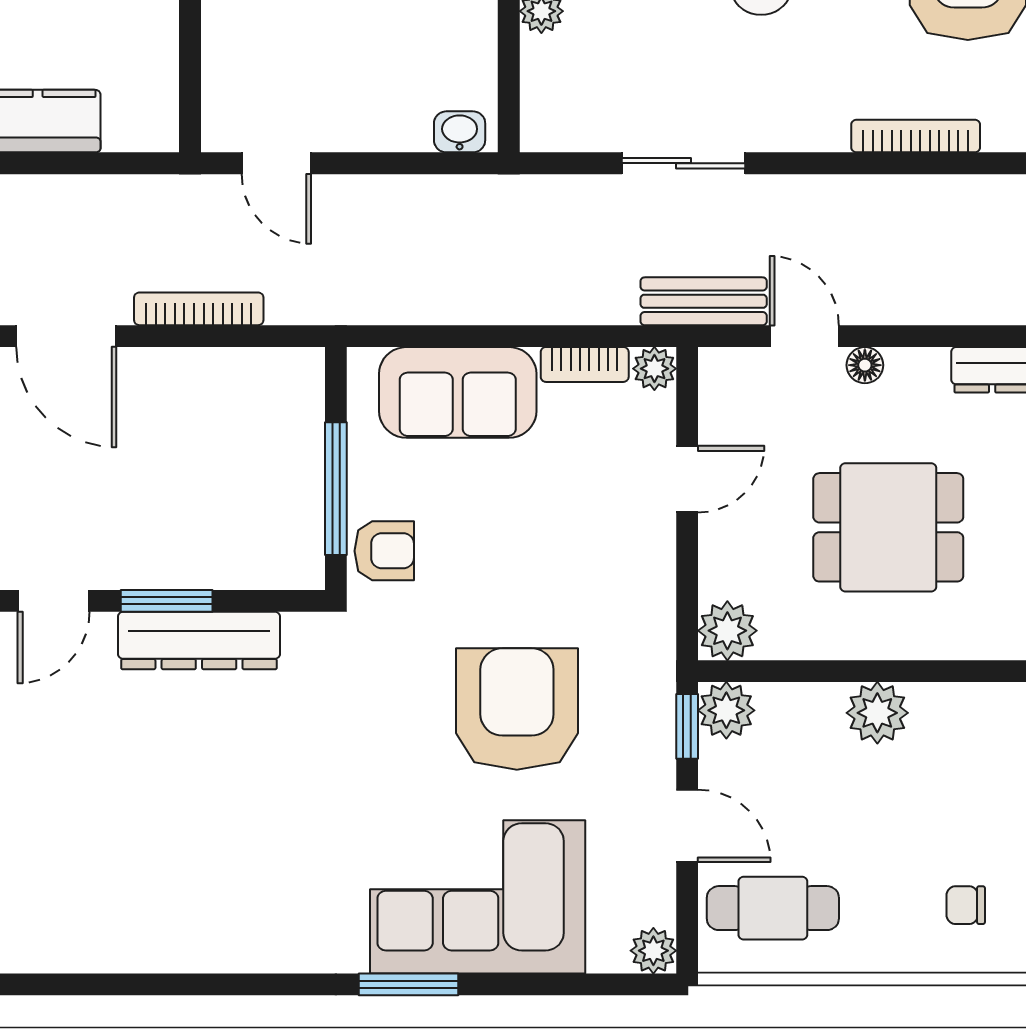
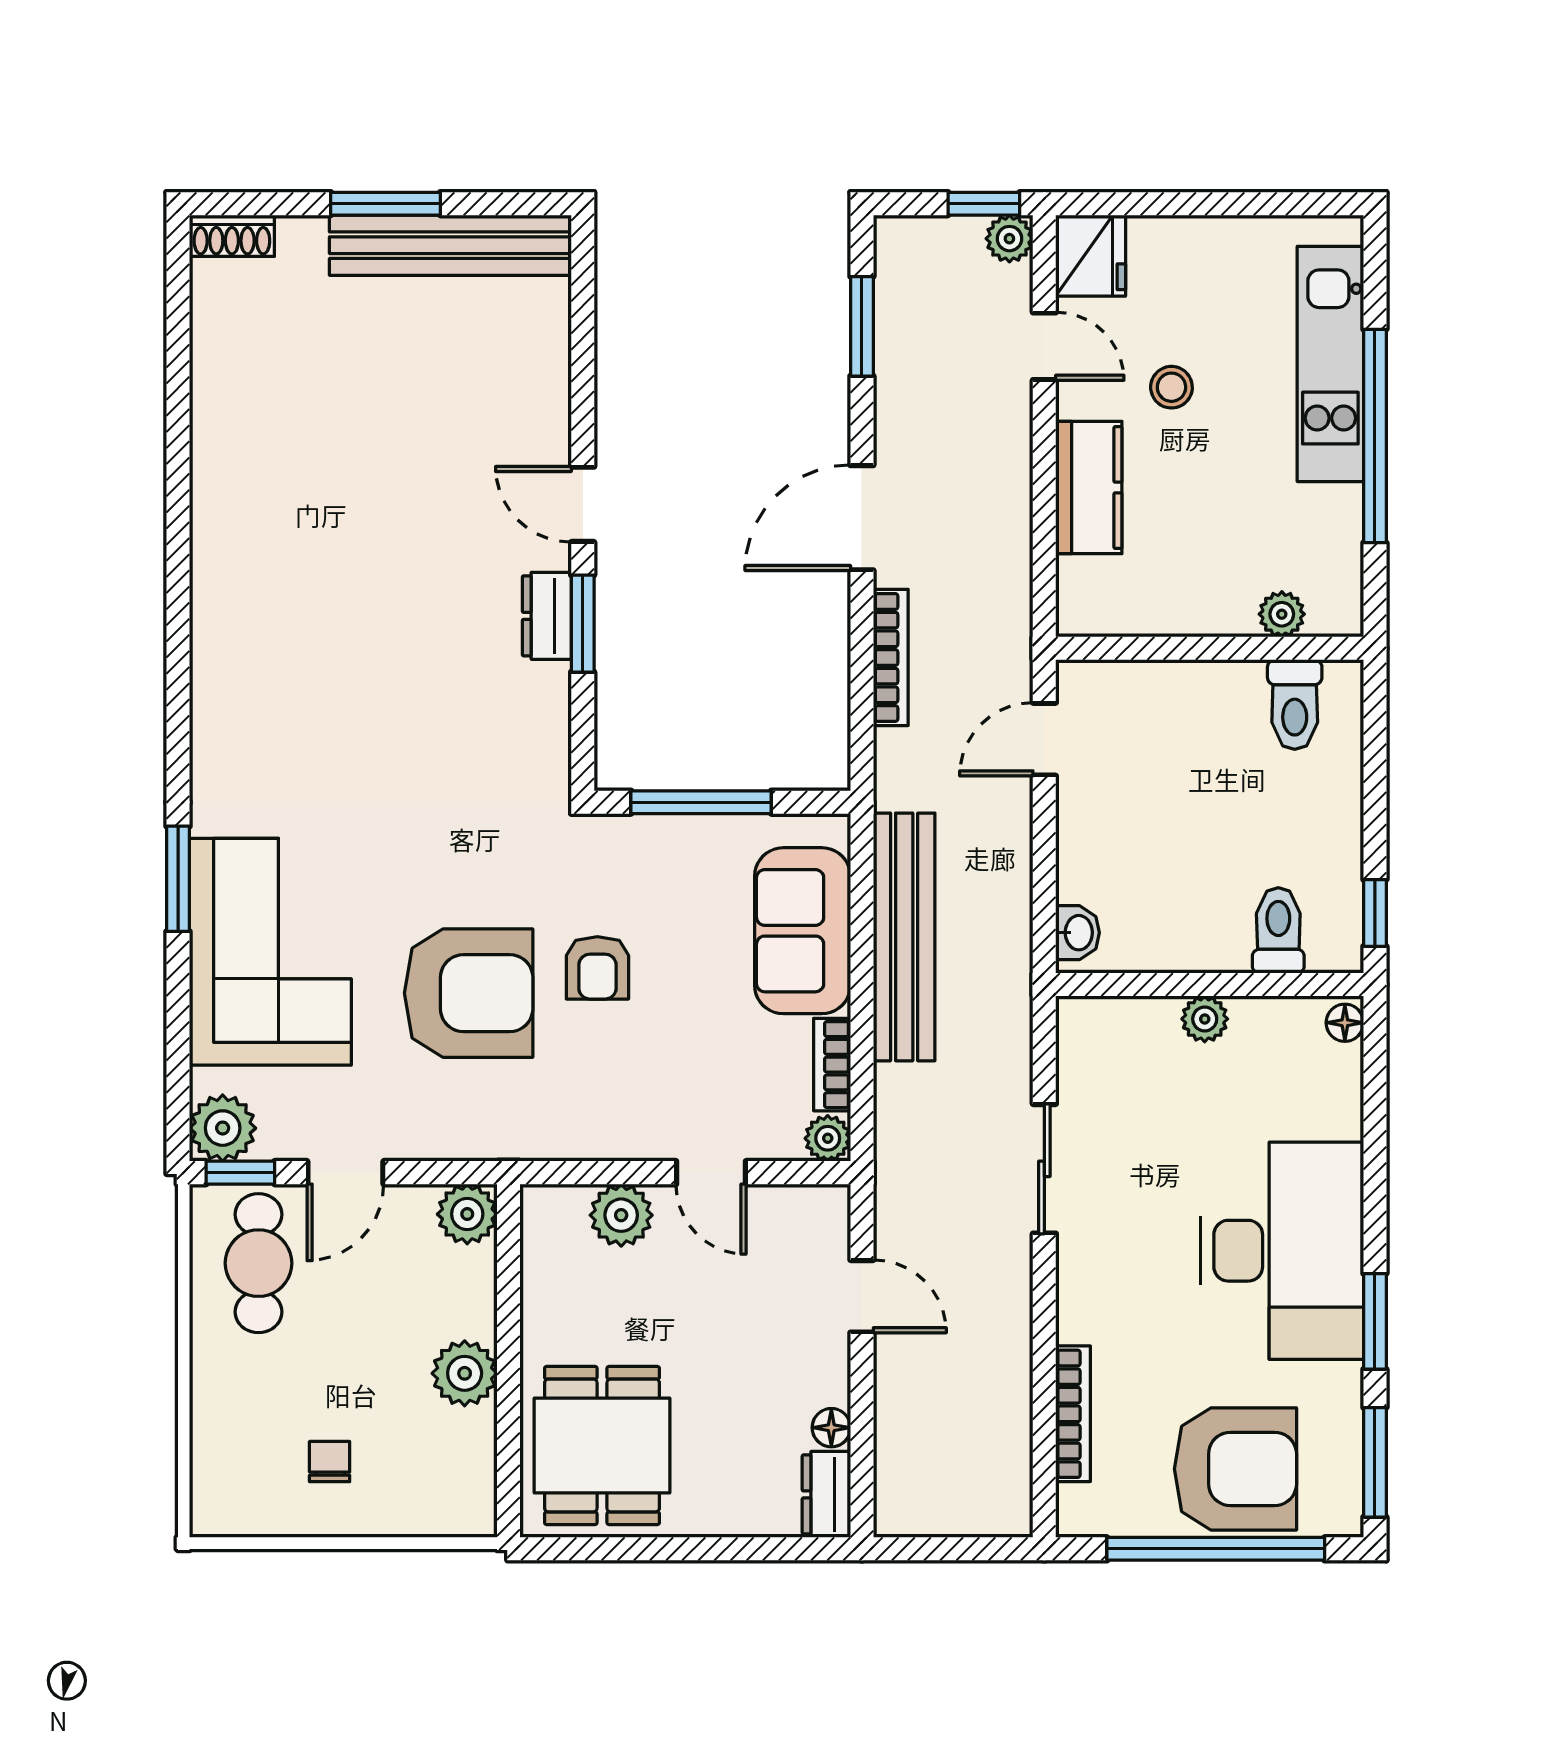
bench: (704, 301) -> (904, 937), moved, width x1.86, depth x1.21
door: (804, 336) -> (862, 1296), hinge flipped
floor lamp: (865, 365) -> (831, 1428), moved
dining table: (888, 527) -> (602, 1445), moved
armchair: (384, 551) -> (597, 968), moved
plant: (727, 631) -> (621, 1215), moved
dresser: (199, 641) -> (547, 616), width x0.51, depth x0.80
window: (687, 726) -> (240, 1173), moved
chair: (966, 905) -> (330, 1462), moved
plant: (653, 951) -> (223, 1128), width x1.38, depth x1.38

